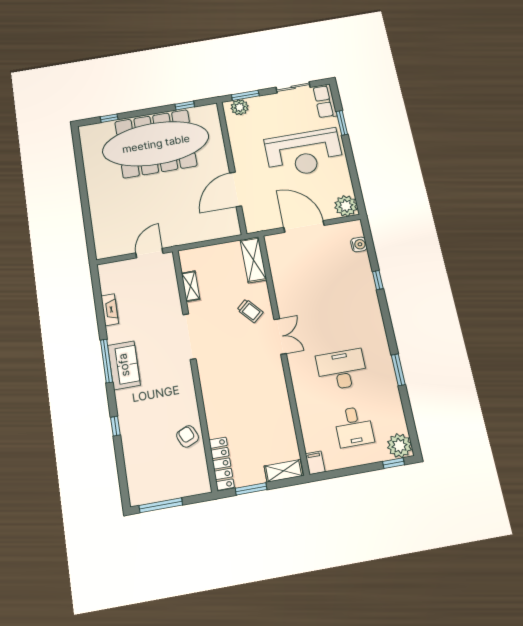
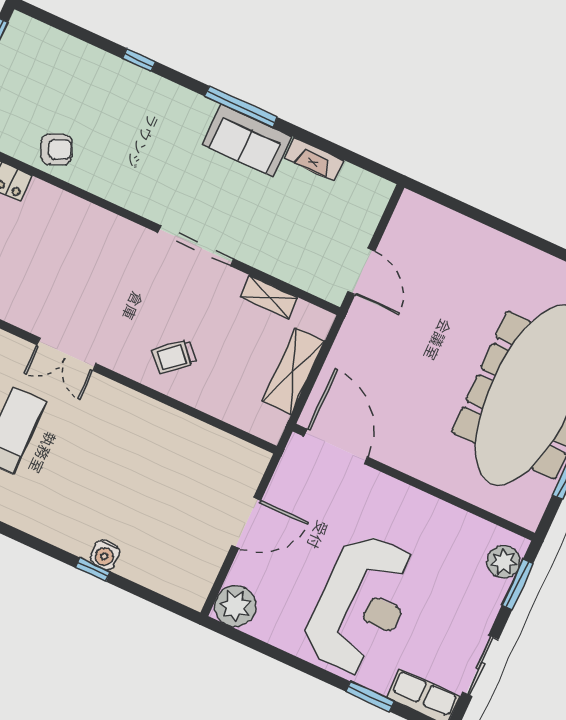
reception desk: (304, 153) -> (361, 605), turned 180
door: (236, 189) -> (336, 447), moved
door: (304, 226) -> (246, 523), width x0.73
water cooler: (359, 244) -> (105, 555), moved
shelving: (253, 260) -> (293, 371), moved, turned 90
double door: (280, 336) -> (67, 354), moved
sofa: (124, 365) -> (247, 141), moved

